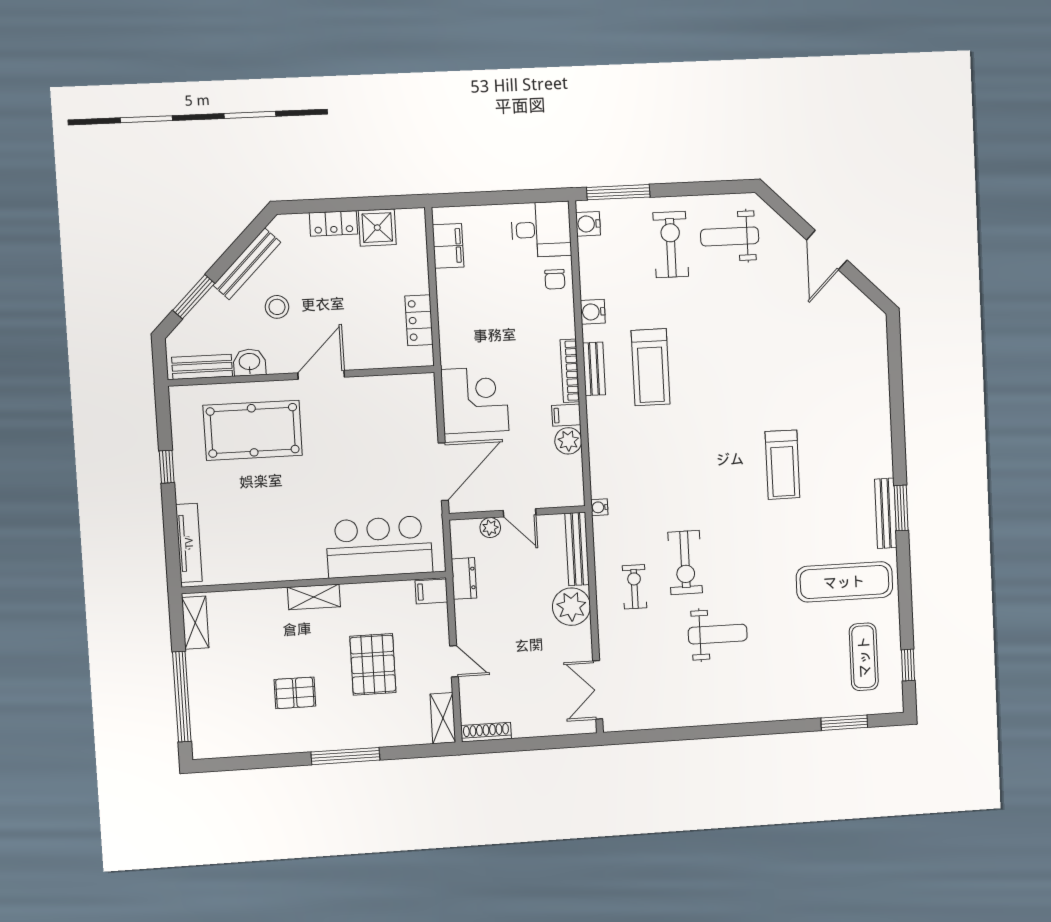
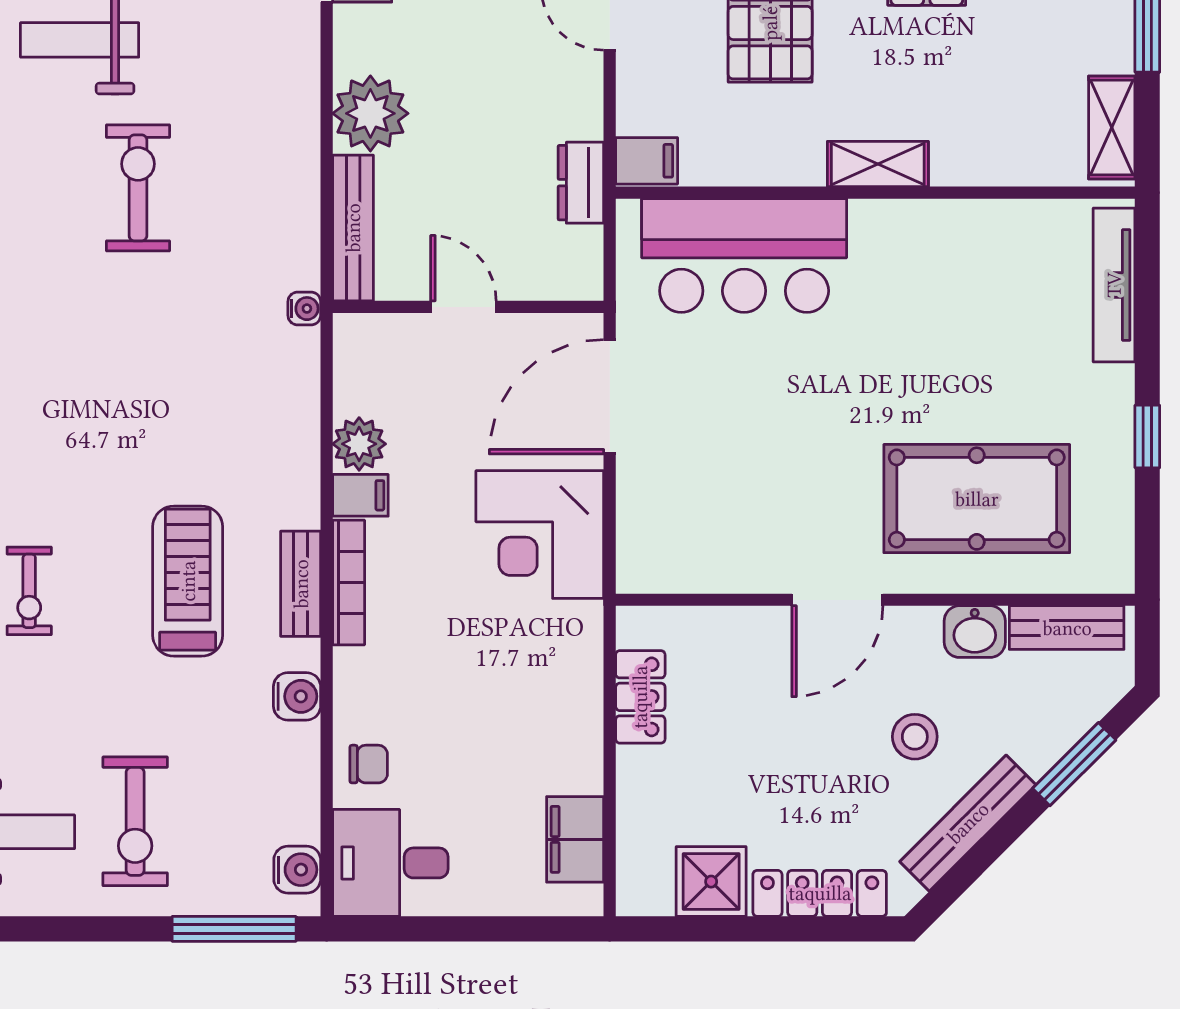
locker: (333, 223) -> (820, 893), width x1.53
chair: (555, 279) -> (369, 764), turned 90
plant: (490, 528) -> (523, 281), removed
exercise bike: (634, 587) -> (29, 591), moved

